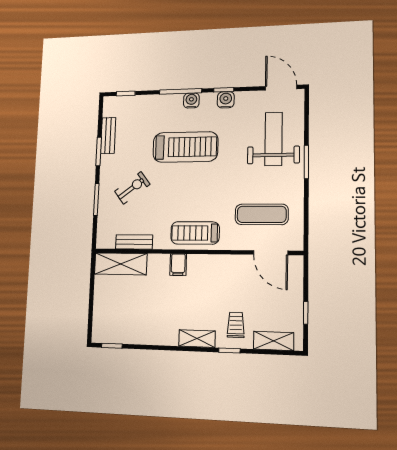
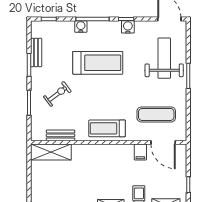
water cooler: (191, 101) -> (81, 27), moved
filing cabinet: (178, 265) -> (140, 152), moved

